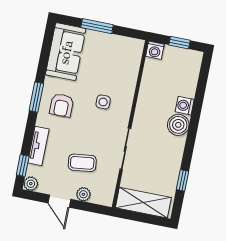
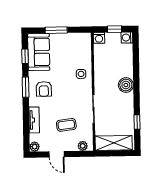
side table: (103, 102) -> (81, 74), moved
washing machine: (185, 106) -> (127, 38), moved
window: (23, 166) -> (25, 56), moved
plant: (83, 194) -> (83, 146), moved

